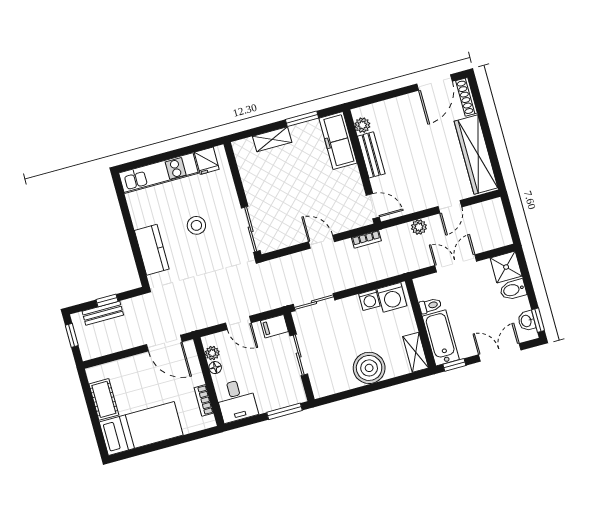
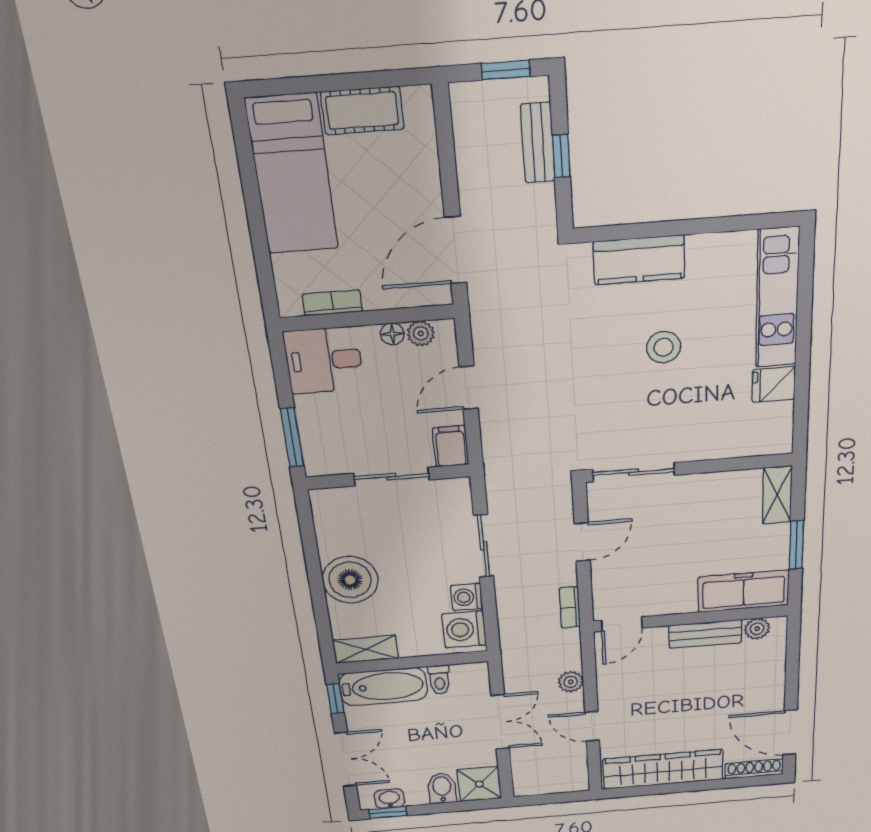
wall: (242, 199) -> (689, 468), moved
sliding door: (251, 229) -> (634, 472), moved
sliding door: (314, 302) -> (484, 546), moved

